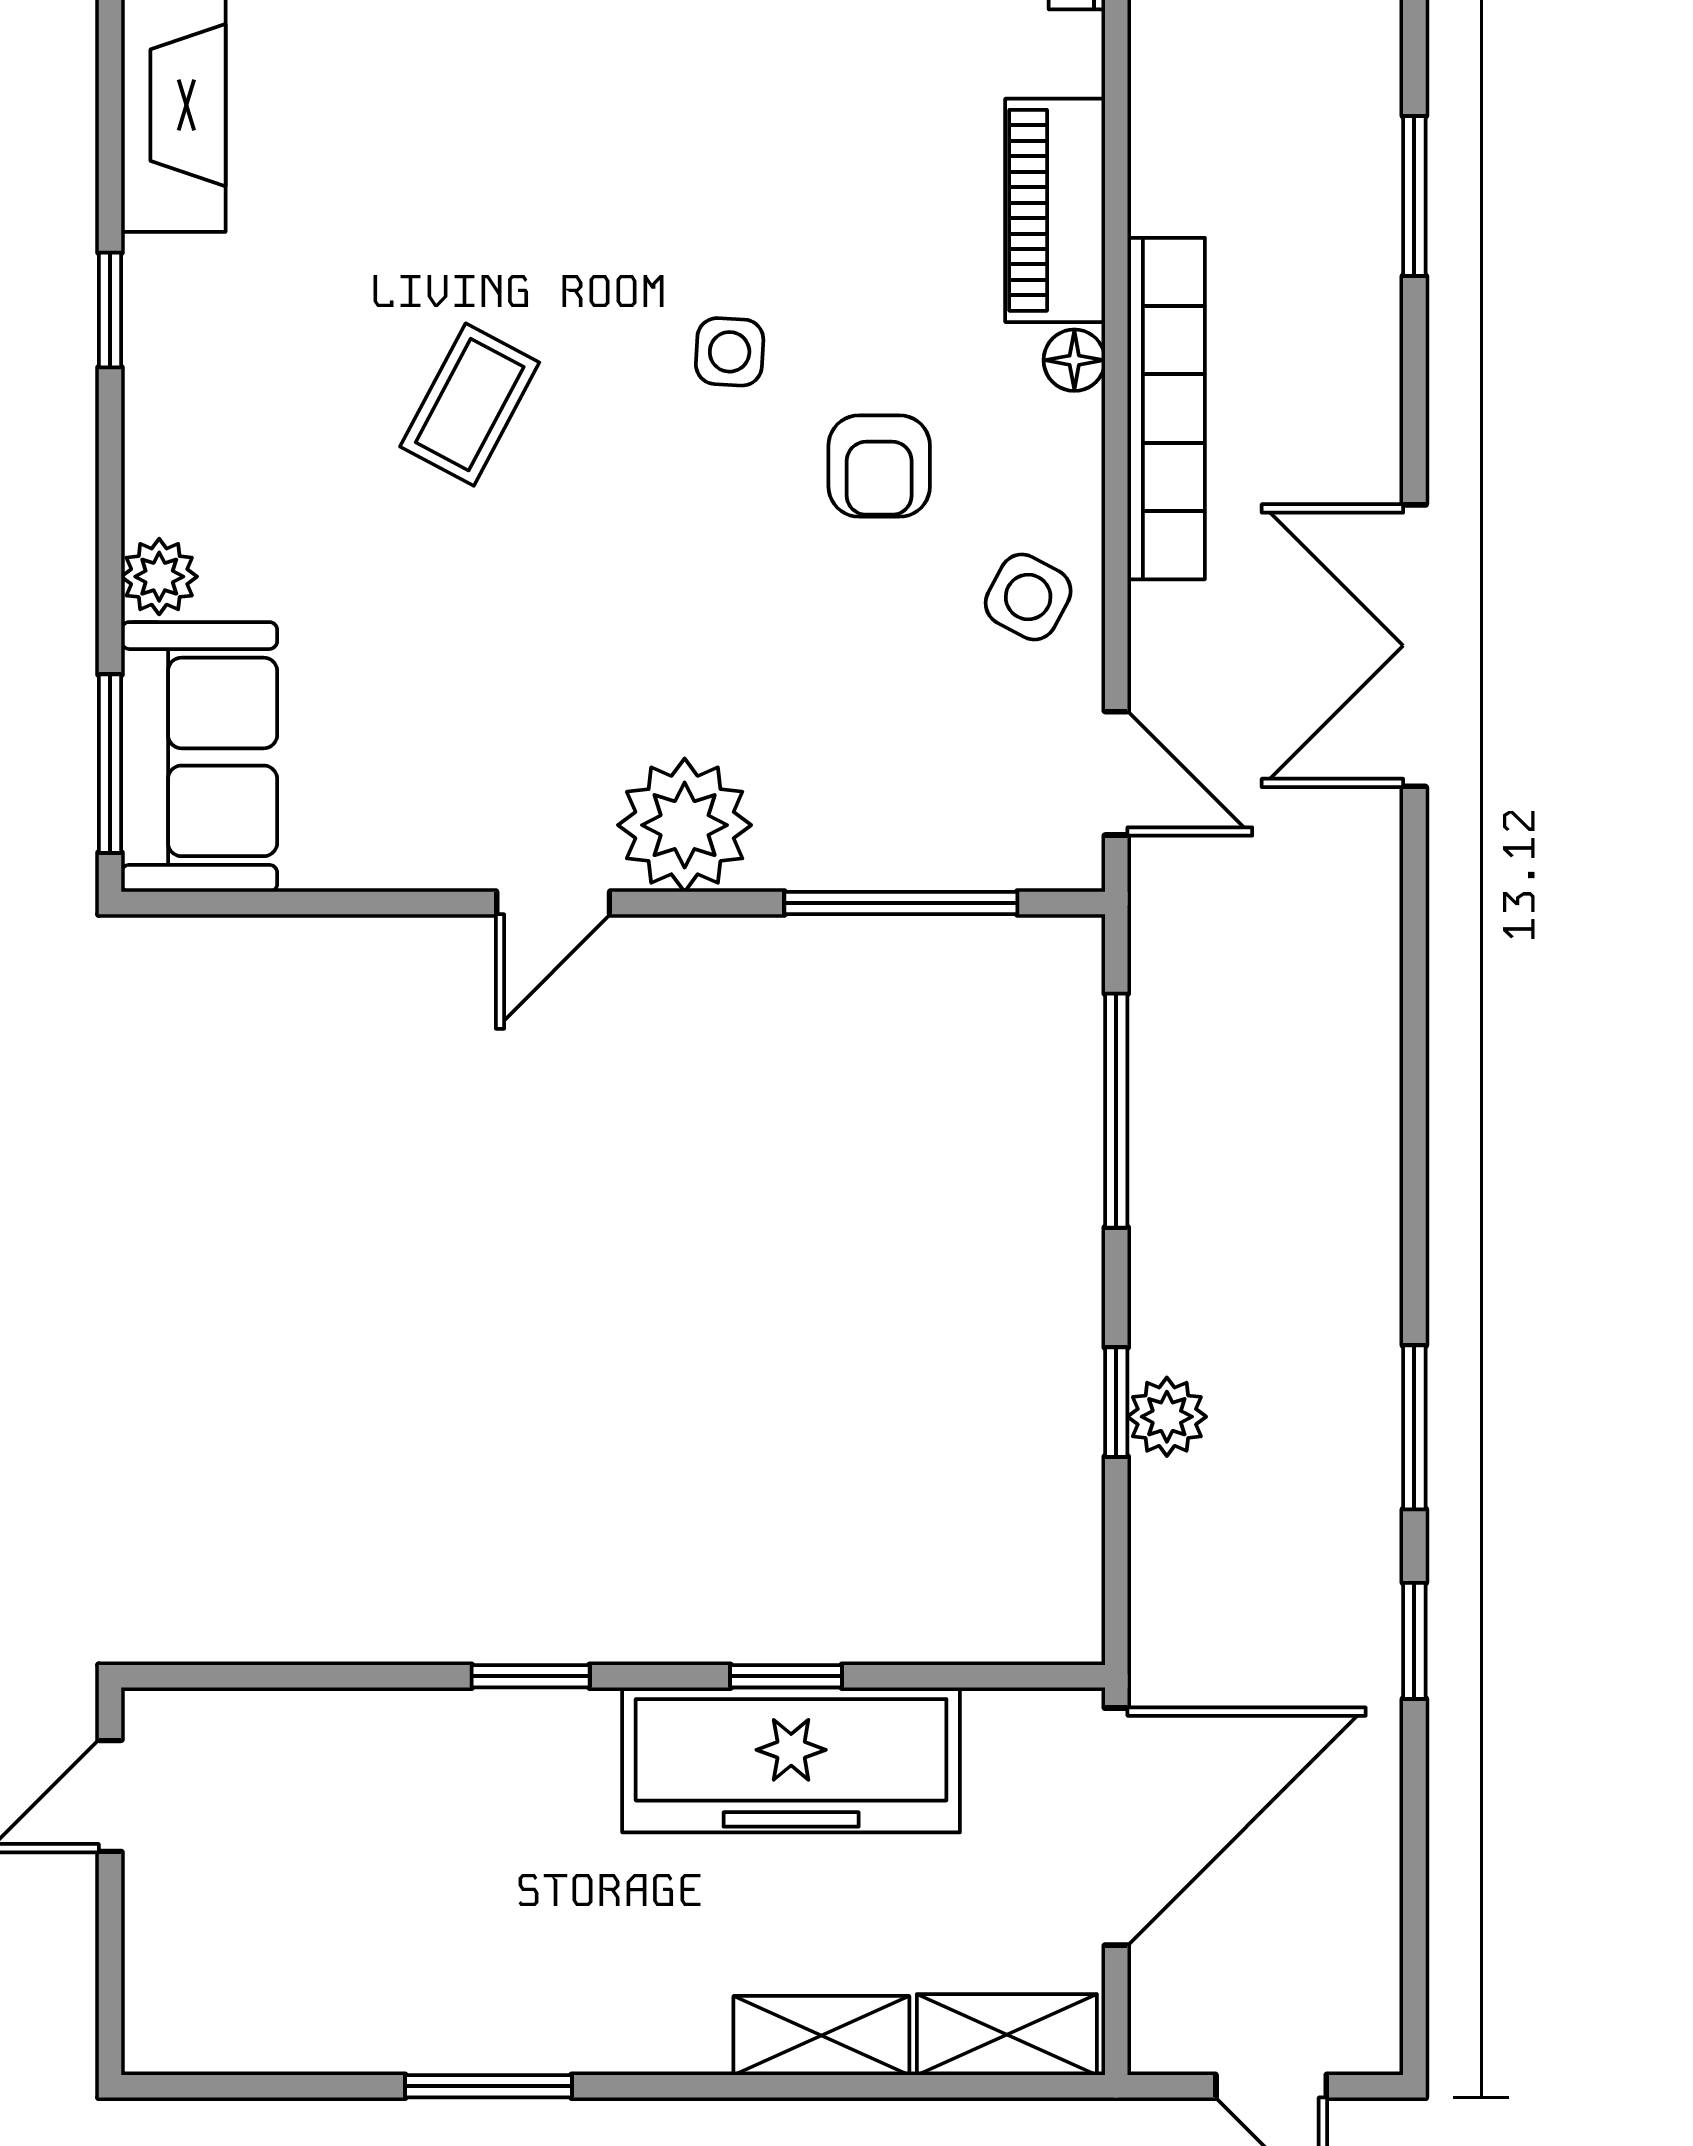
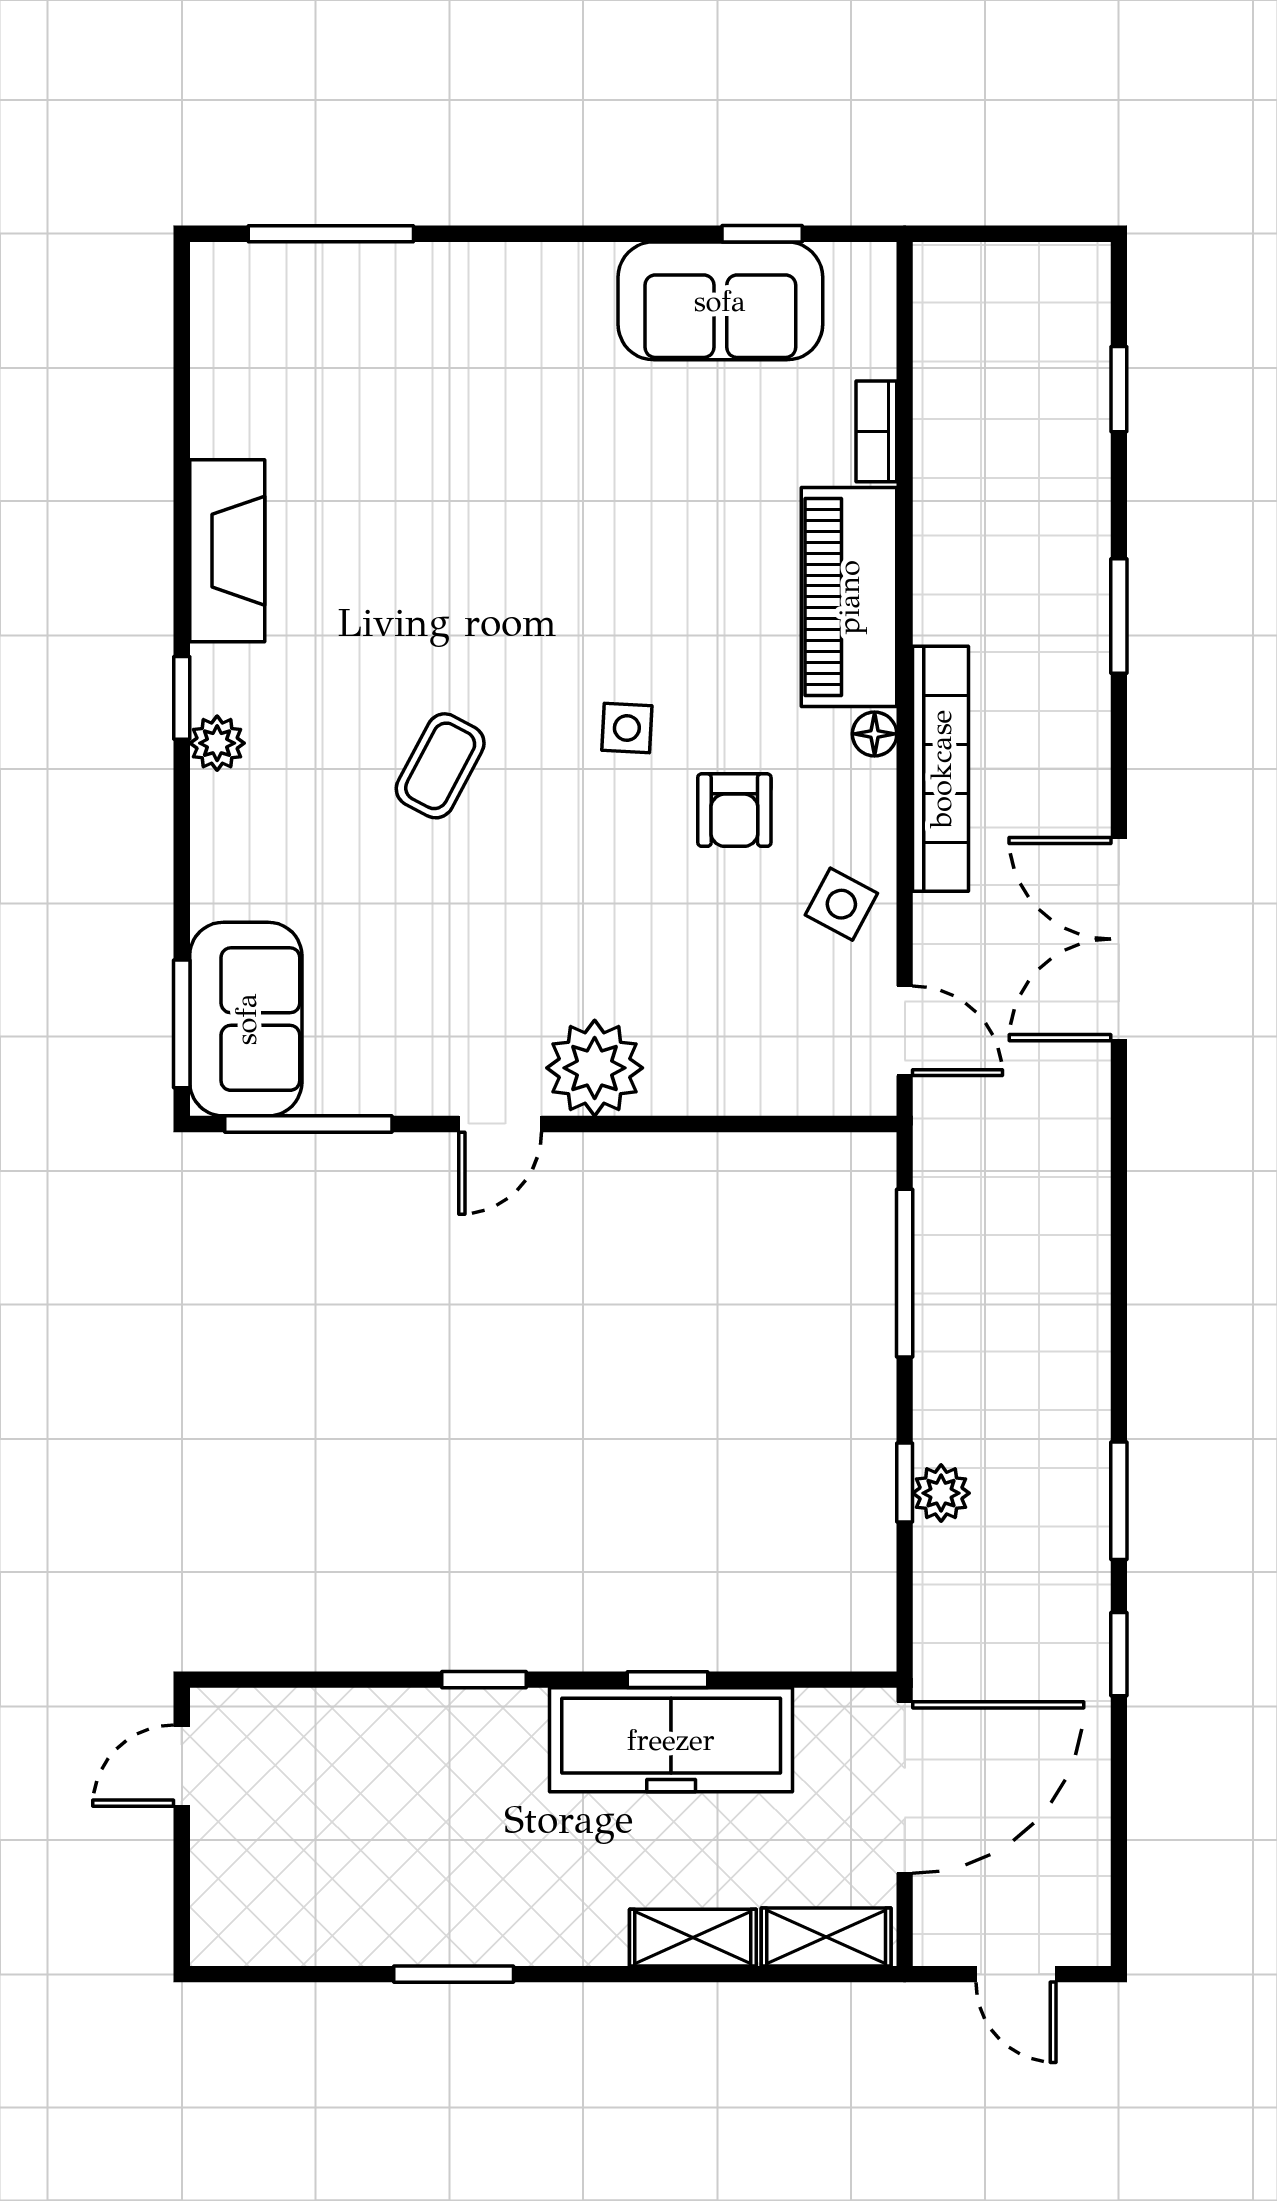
piano: (1055, 210) -> (849, 597), width x1.37, depth x1.33
plant: (159, 577) -> (217, 743), moved
window: (901, 903) -> (308, 1124), moved

